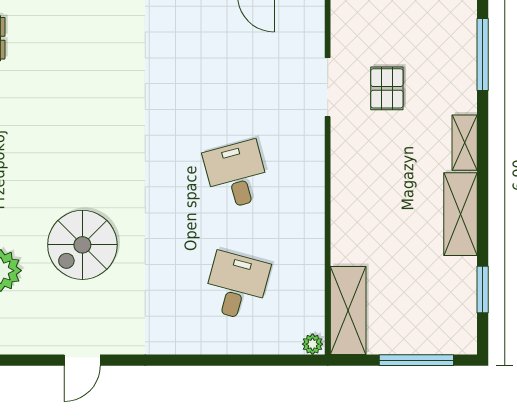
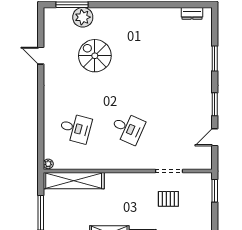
desk: (236, 175) -> (128, 128), turned 39
shelving: (348, 310) -> (74, 181), width x1.47

